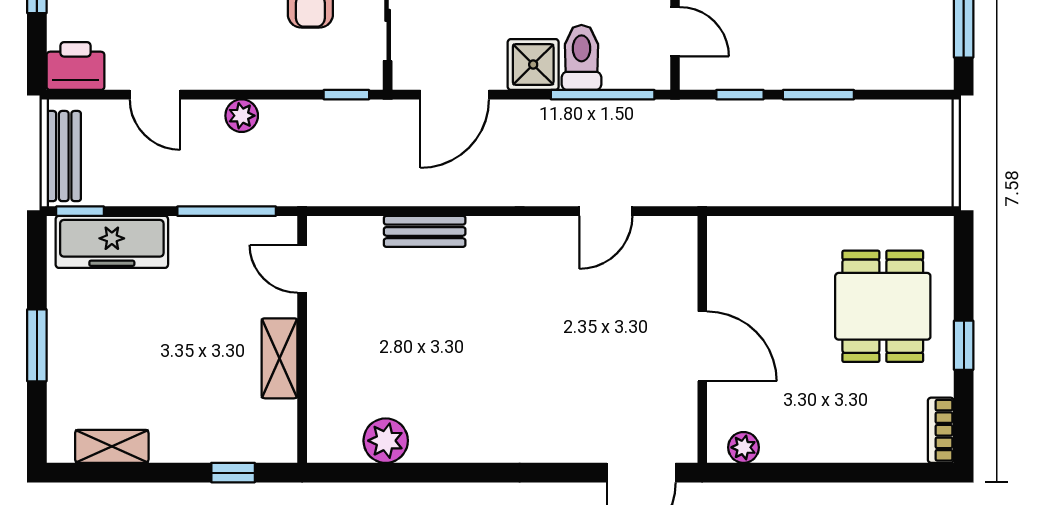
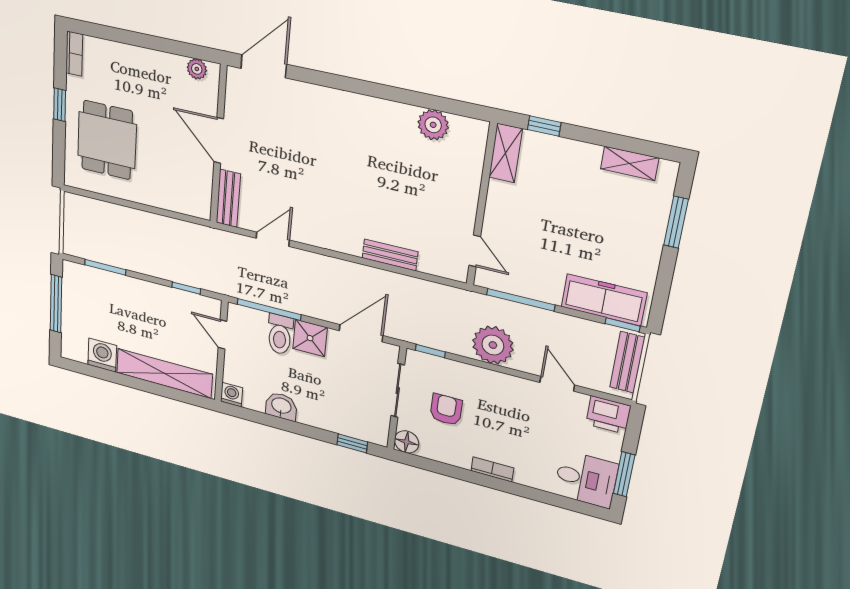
window: (818, 95) -> (105, 267), moved
plant: (242, 116) -> (493, 345), width x1.87, depth x1.87
bench: (681, 259) -> (228, 198), added
window: (37, 345) -> (676, 222), moved
shelving: (280, 358) -> (506, 153), moved

